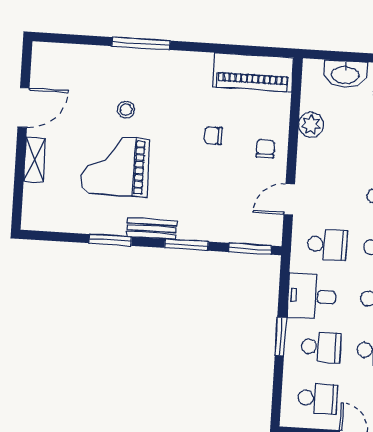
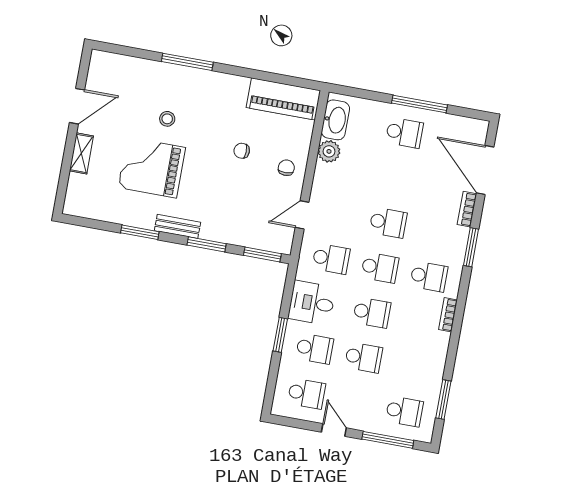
washbasin: (345, 74) -> (335, 120), moved, turned -90

